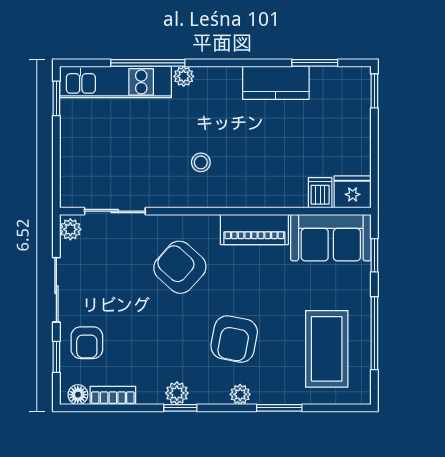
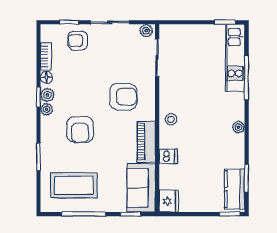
plant: (184, 76) -> (239, 127), moved
kitchen counter: (276, 83) -> (235, 189), moved
stool: (201, 162) -> (171, 119), moved
dishwasher: (320, 193) -> (168, 156), moved
armchair: (180, 267) -> (123, 97), turned 48
armchair: (234, 339) -> (80, 129), turned -101
plant: (240, 394) -> (47, 109), moved
floor lamp: (78, 395) -> (46, 77), moved

